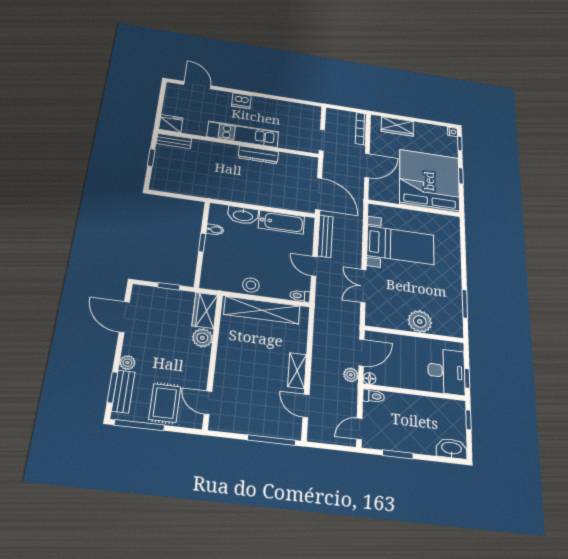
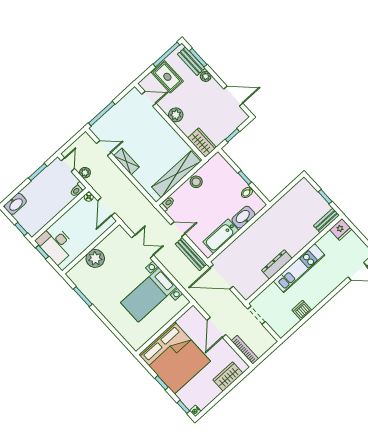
dishwasher: (241, 101) -> (302, 310), moved
plant: (202, 338) -> (176, 115), moved
plant: (351, 375) -> (85, 173), moved

